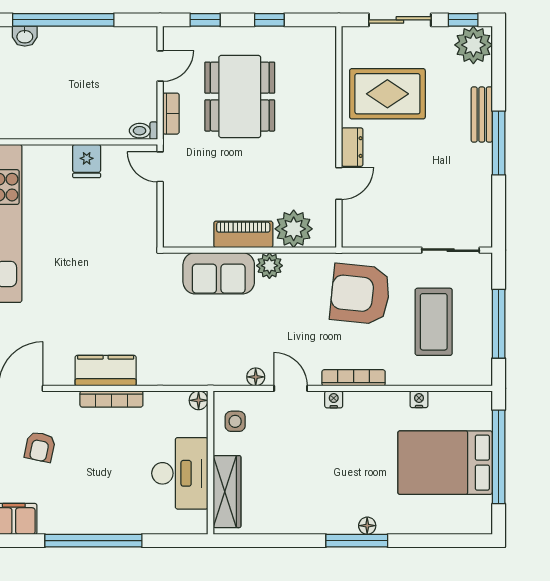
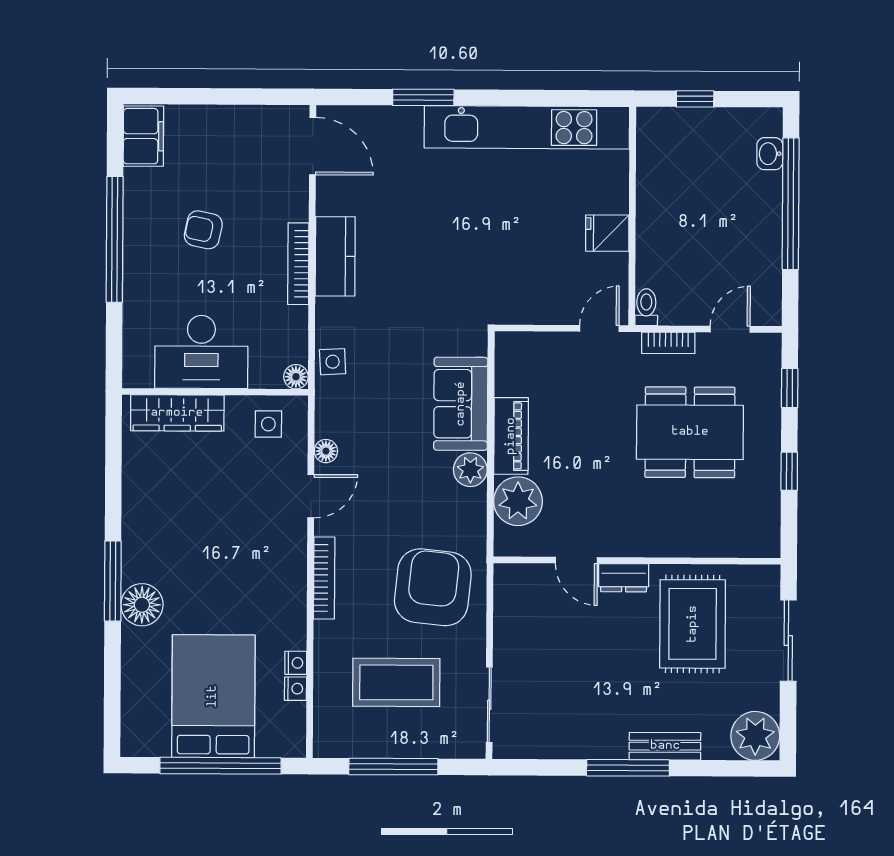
window: (463, 20) -> (788, 723), removed
door: (160, 66) -> (730, 329), swing flipped
side table: (187, 372) -> (333, 362), added
nightstand: (334, 399) -> (295, 689), moved
armchair: (40, 447) -> (203, 230), moved
floor lamp: (367, 526) -> (142, 605), width x1.89, depth x1.89

